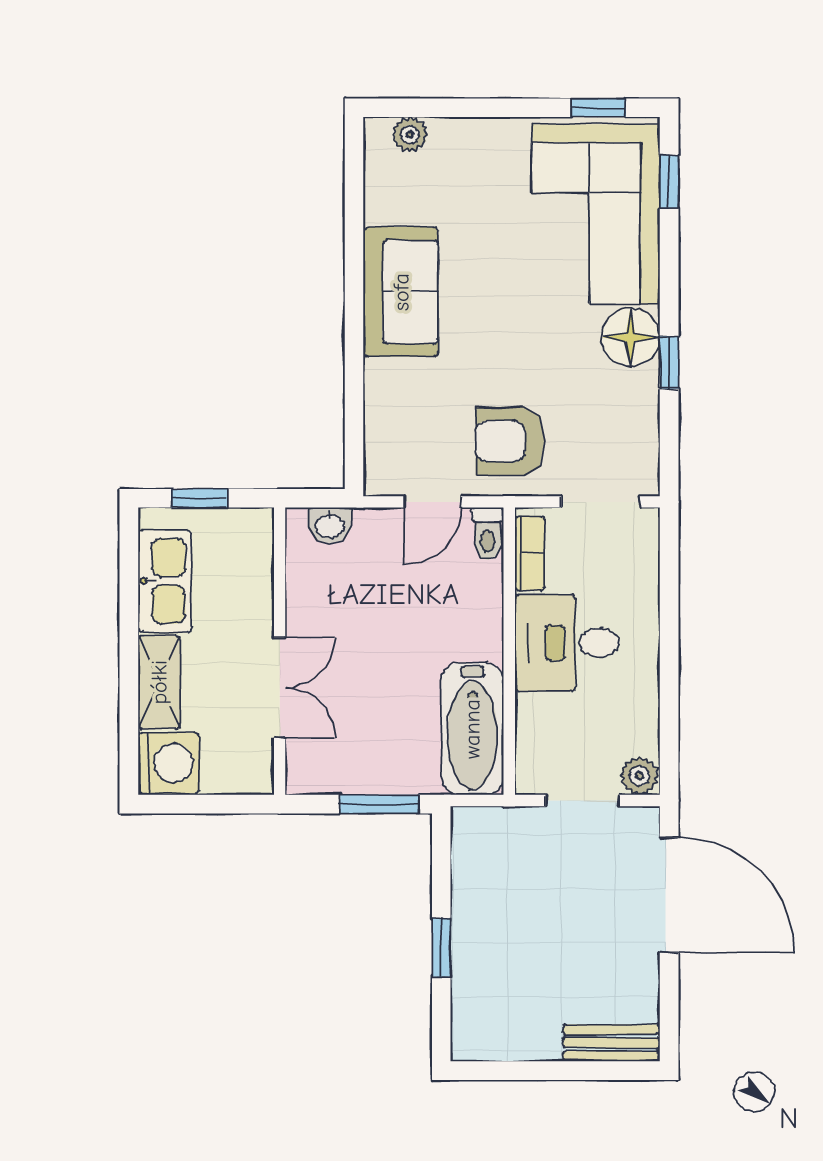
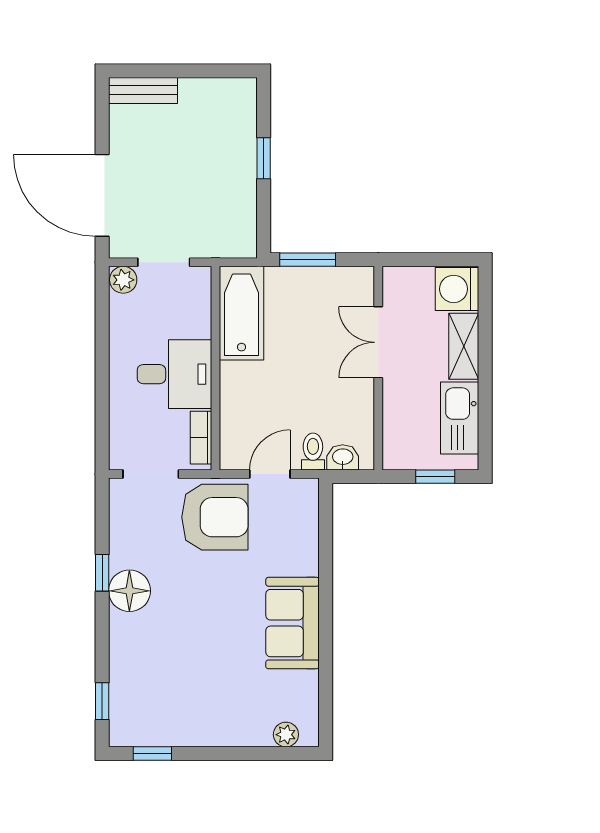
corner sofa: (596, 214) -> (154, 678), removed
armchair: (510, 441) -> (215, 517), width x1.36, depth x1.36
toilet: (488, 534) -> (313, 452), moved

